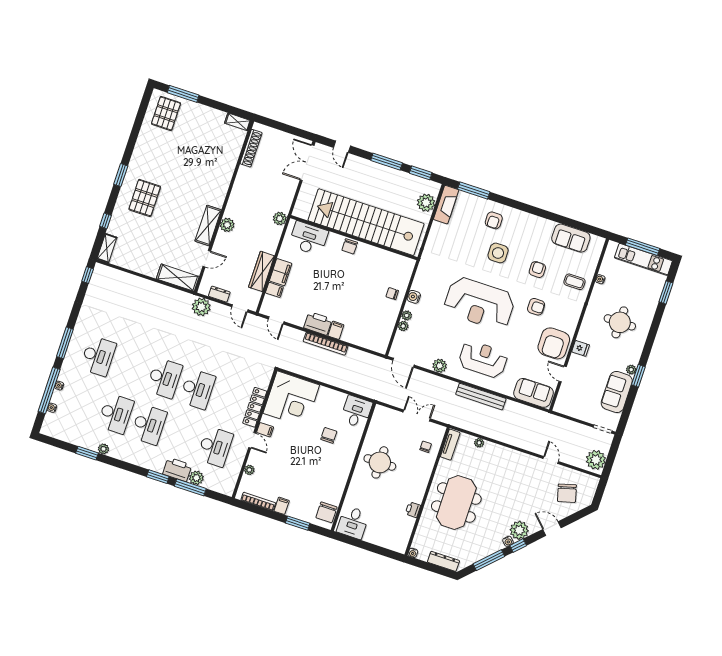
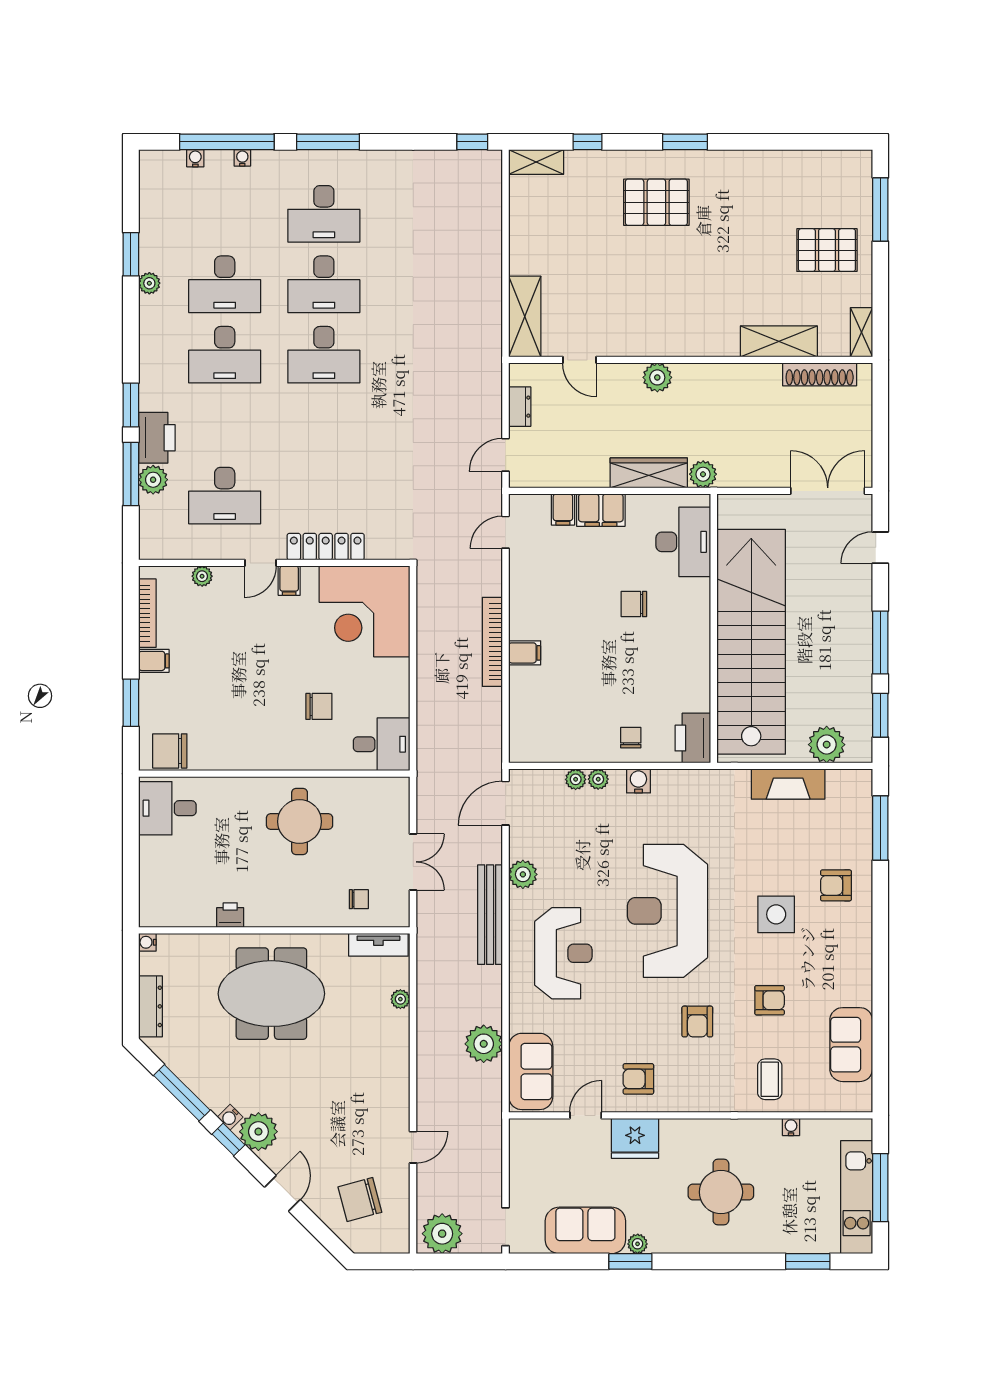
pallet: (166, 113) -> (827, 250), moved
fireplace: (446, 205) -> (788, 784), moved
shelving: (208, 225) -> (779, 341), moved
chair: (350, 246) -> (634, 604), moved
wardrobe: (261, 271) -> (649, 473), moved
plant: (201, 307) -> (484, 1044), moved
printer: (318, 323) -> (693, 738), moved, turned 180
armchair: (554, 343) -> (638, 1079), width x0.53, depth x0.53
fridge: (581, 348) -> (635, 1138), width x1.88, depth x1.34
desk: (197, 389) -> (324, 284), moved
bench: (481, 397) -> (490, 915), moved

